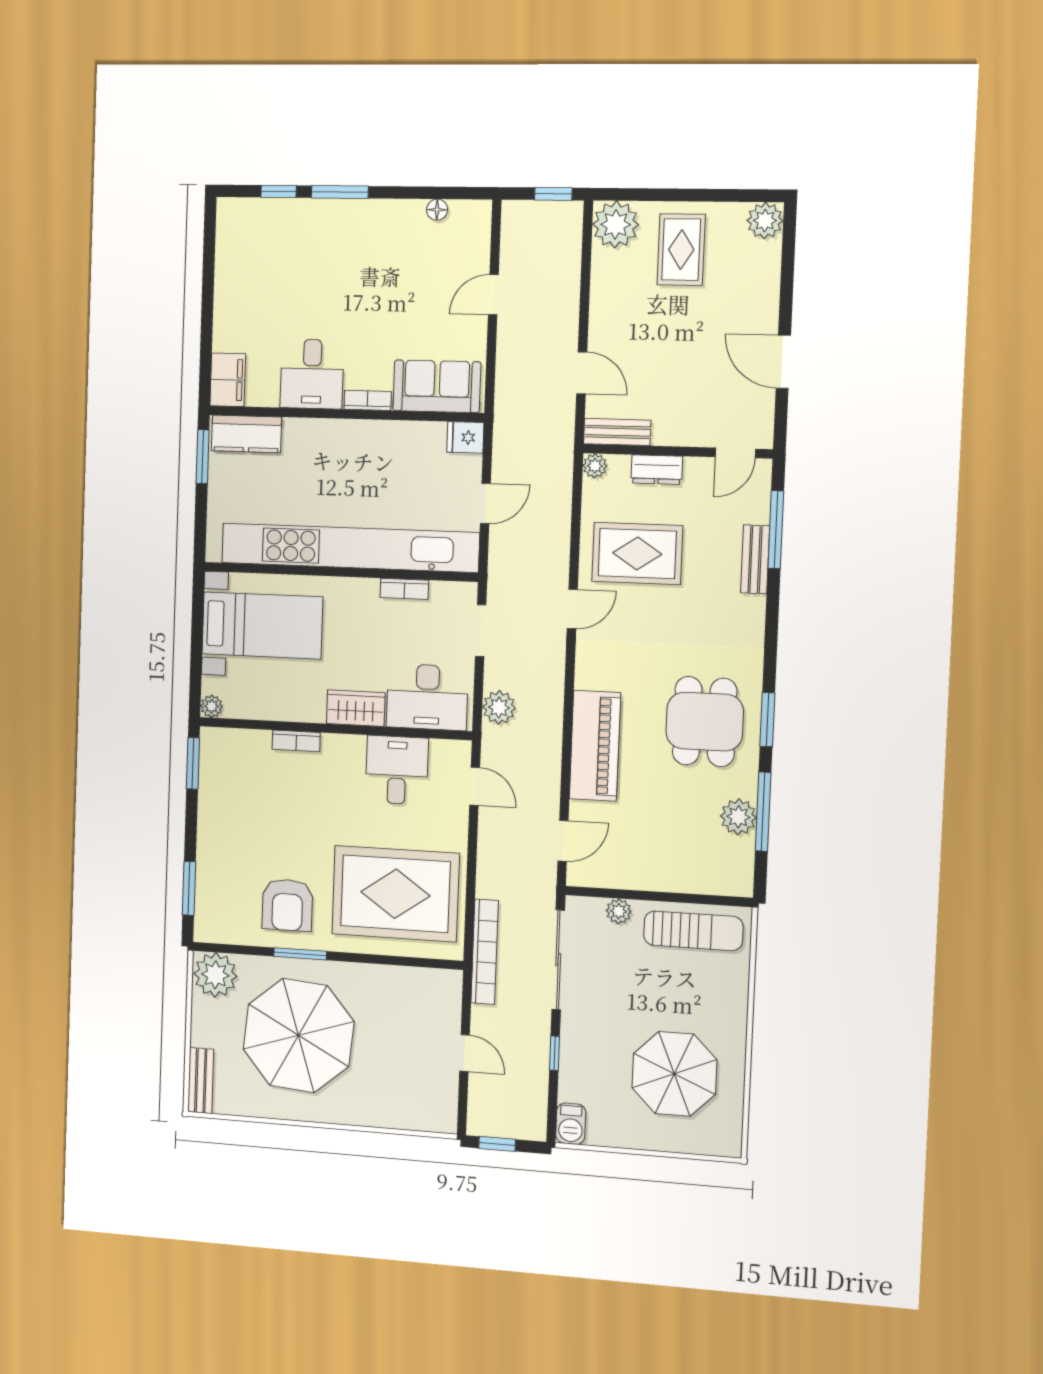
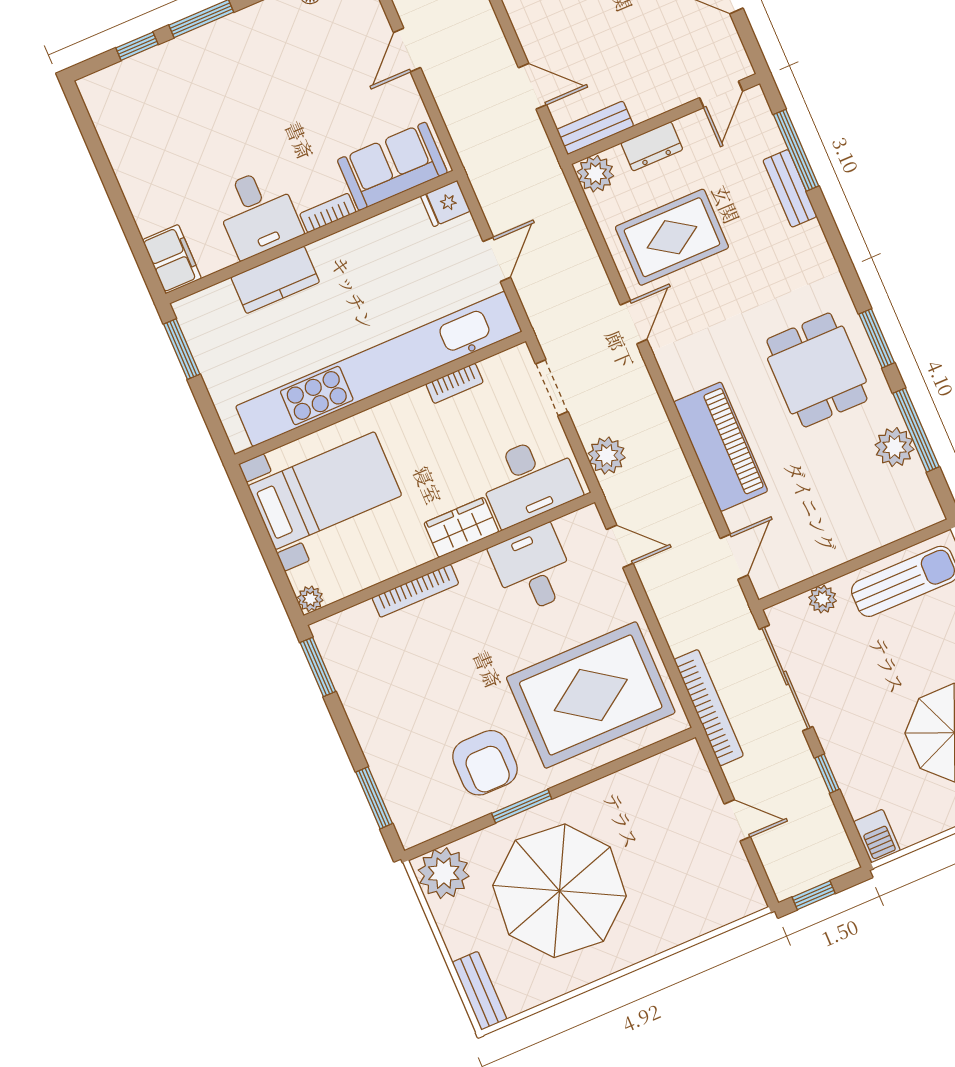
kitchen counter: (246, 434) -> (275, 280), moved
plant: (595, 466) -> (595, 174), width x1.38, depth x1.38
bookcase: (296, 741) -> (415, 591), width x1.56

